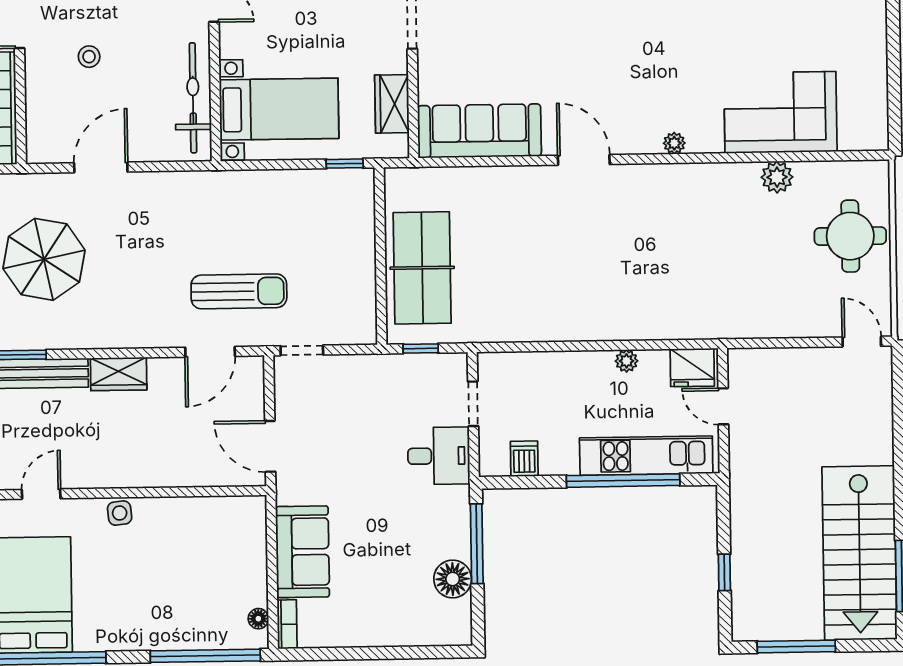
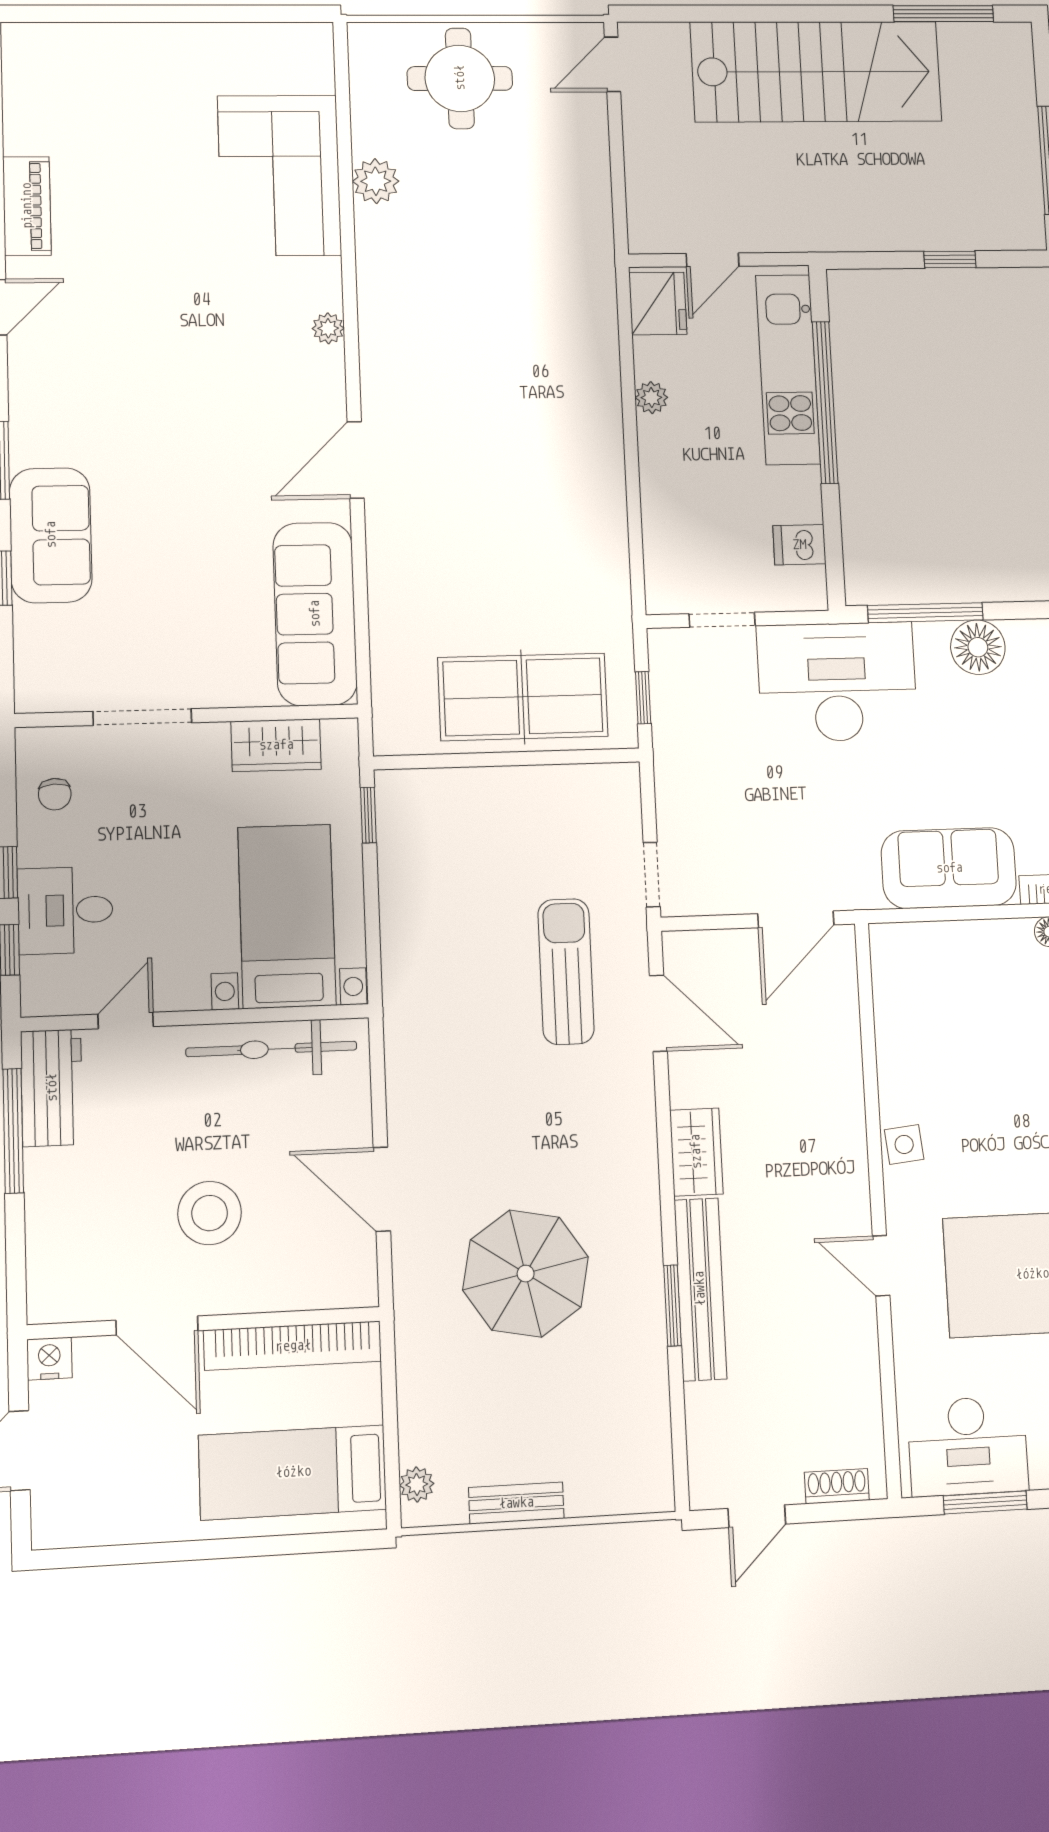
stool: (89, 57) -> (210, 1213), width x1.89, depth x1.89
desk: (439, 456) -> (837, 682), width x1.87, depth x1.30
stairs: (859, 553) -> (816, 72), moved

